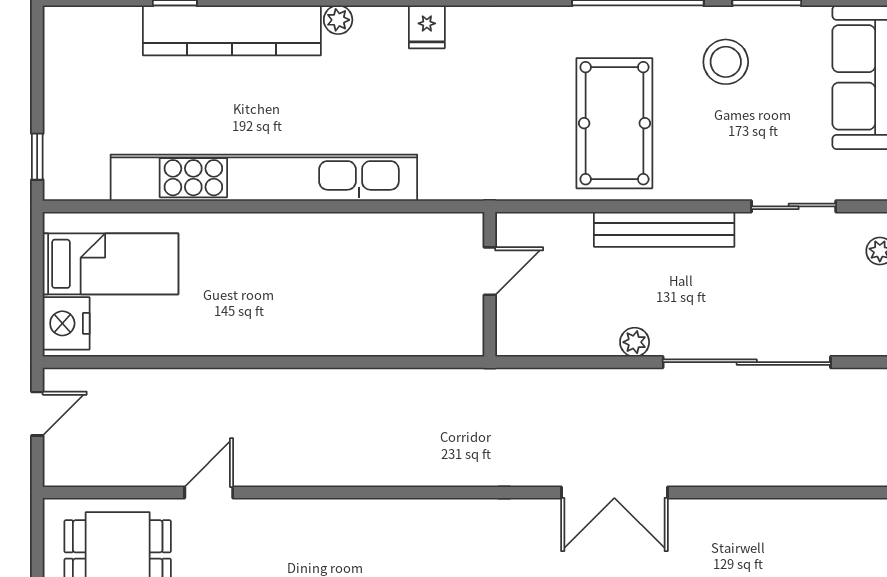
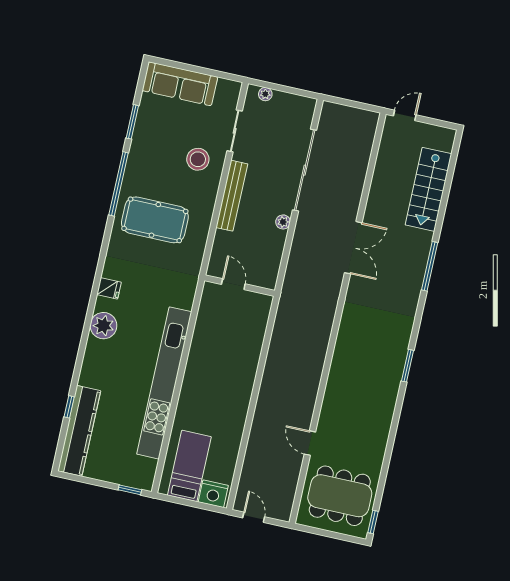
plant: (338, 20) -> (103, 326), width x1.87, depth x1.87
kitchen counter: (232, 30) -> (79, 431), moved
stool: (726, 62) -> (198, 159), moved
pool table: (614, 123) -> (155, 220), moved

